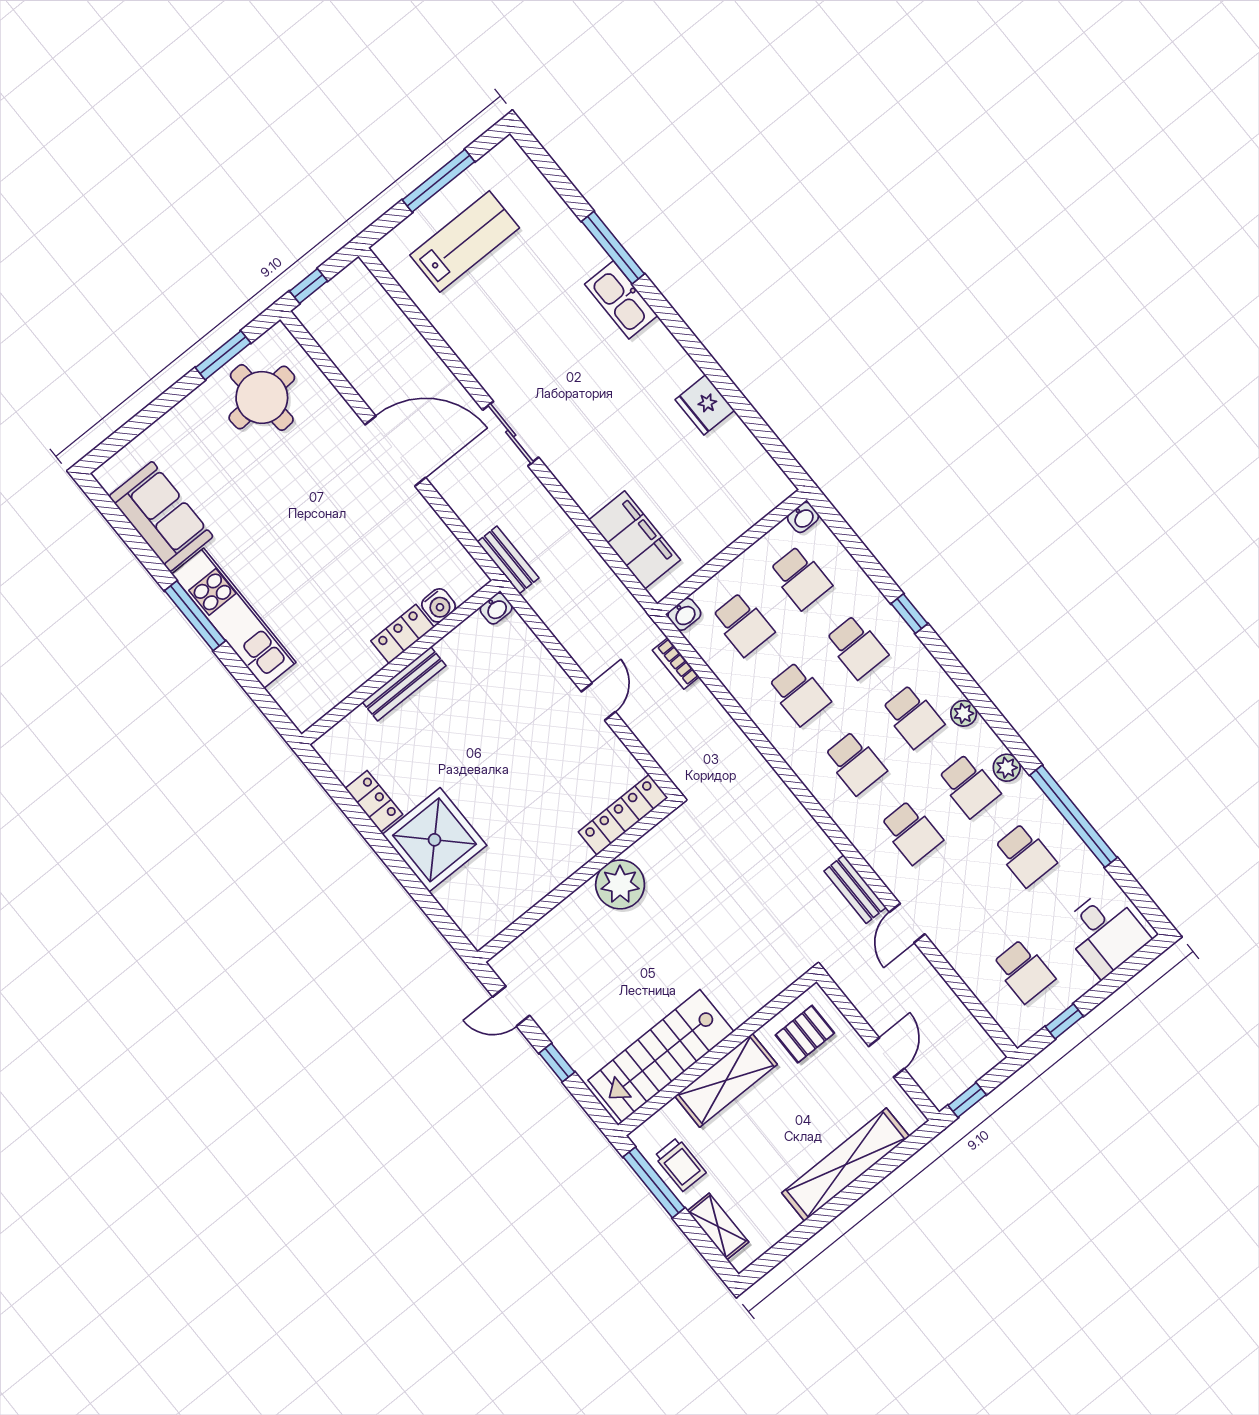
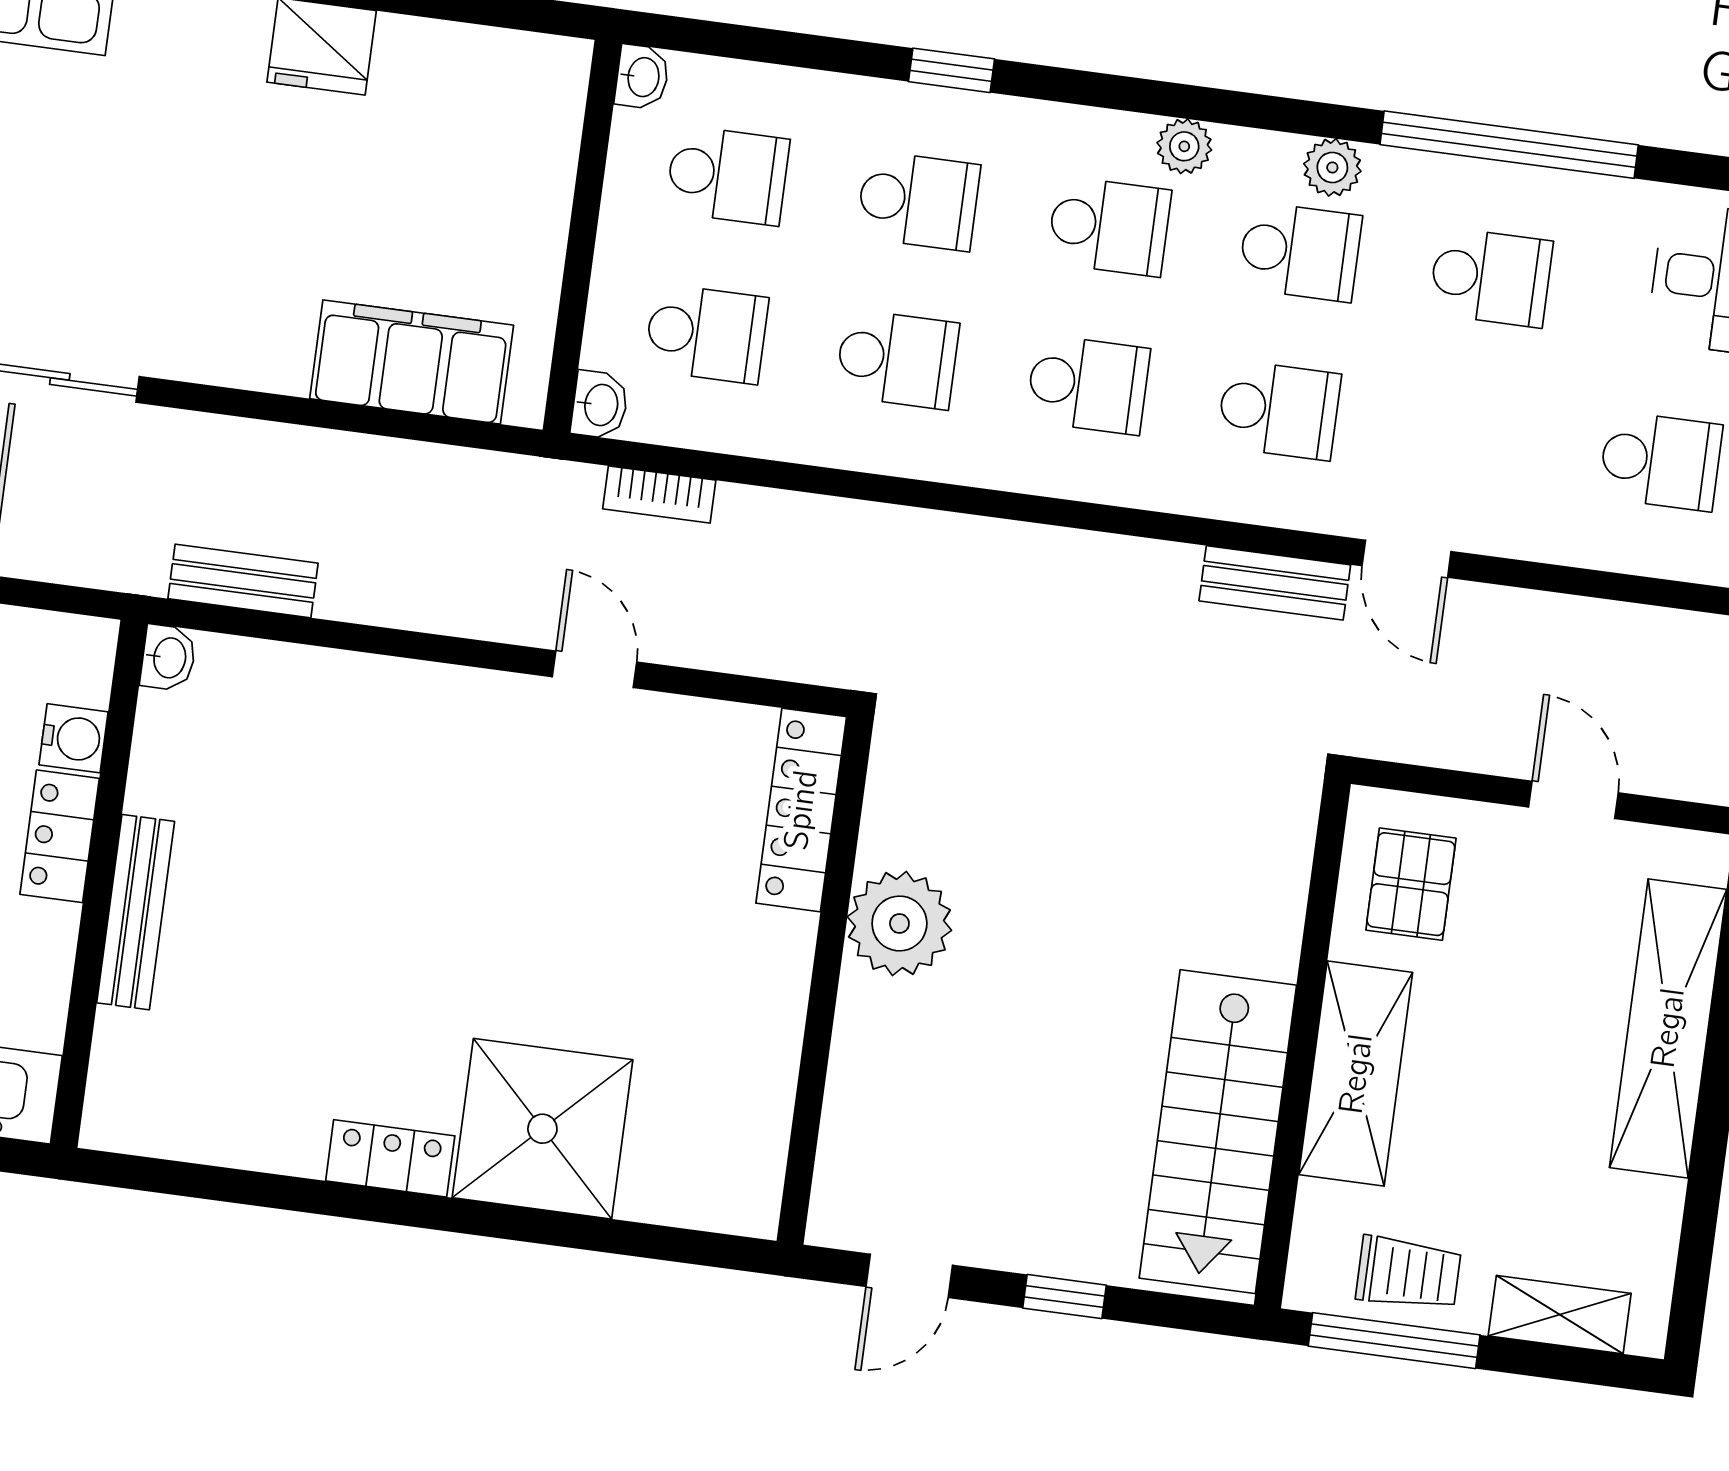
water cooler: (439, 605) -> (74, 738), moved
washbasin: (496, 608) -> (168, 658), moved
locker: (403, 634) -> (60, 836), moved
wall: (401, 662) -> (99, 884), moved
bench: (404, 684) -> (136, 912), moved

